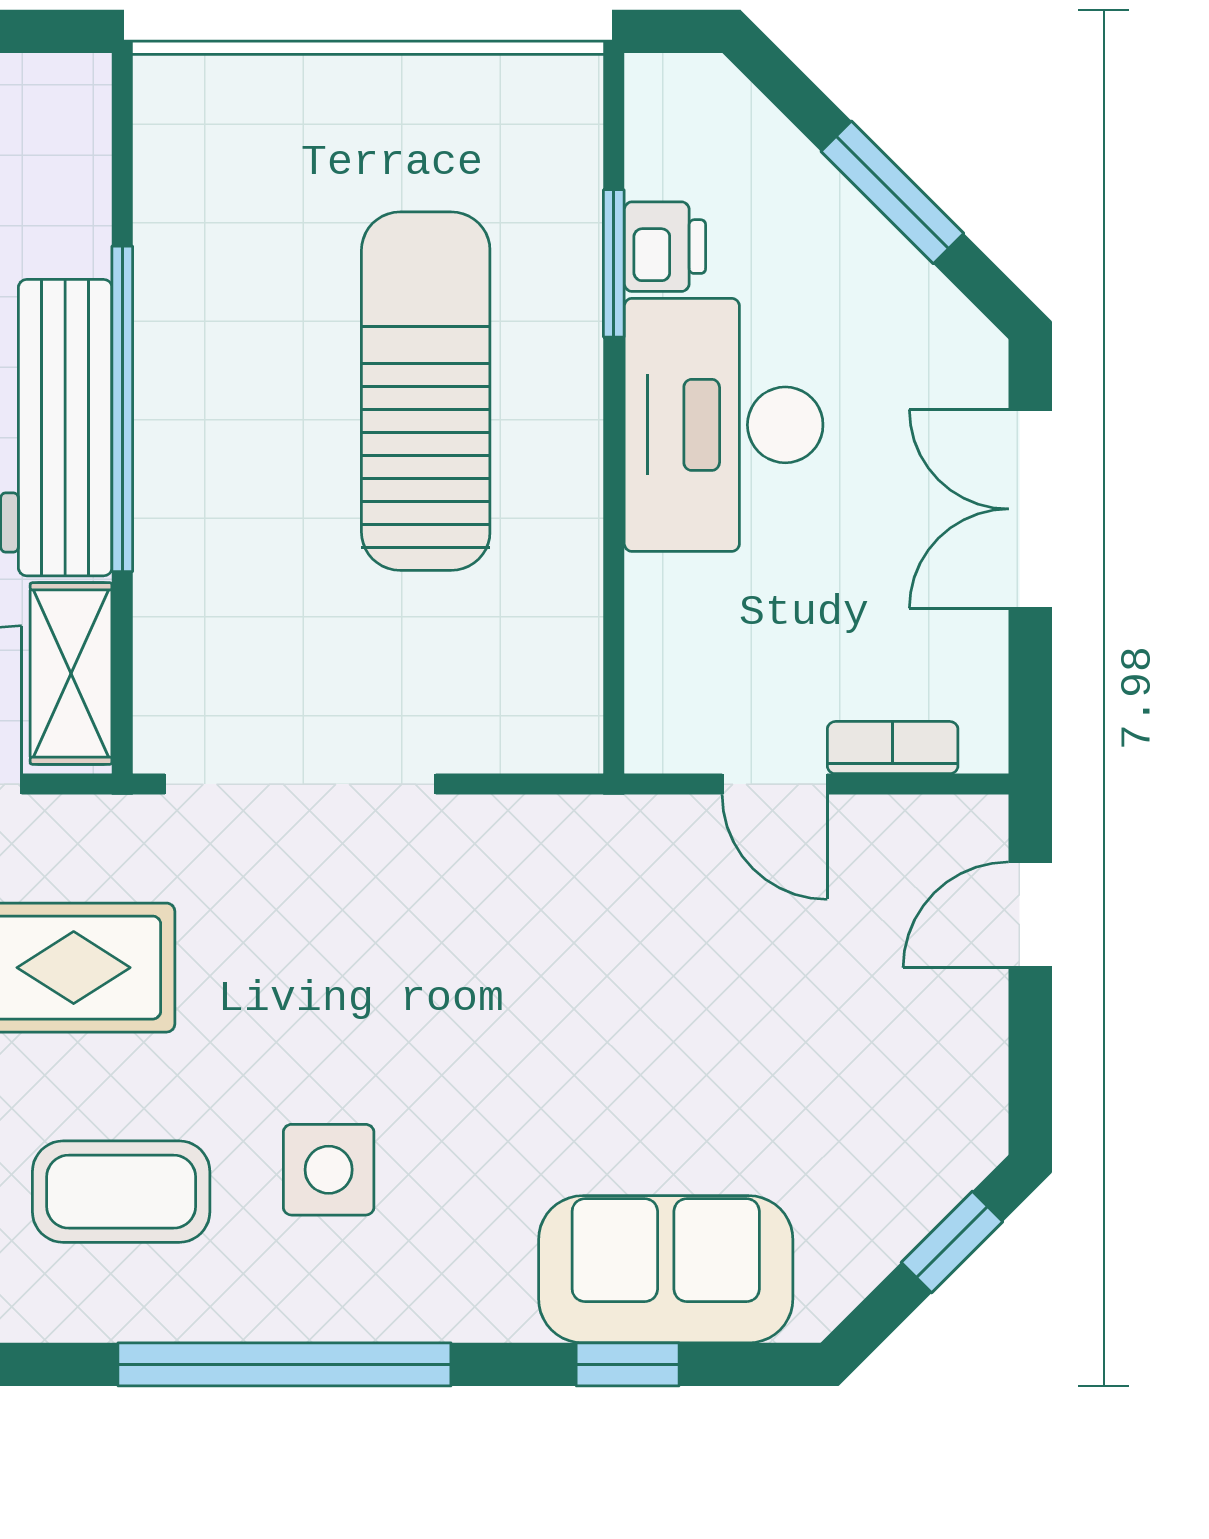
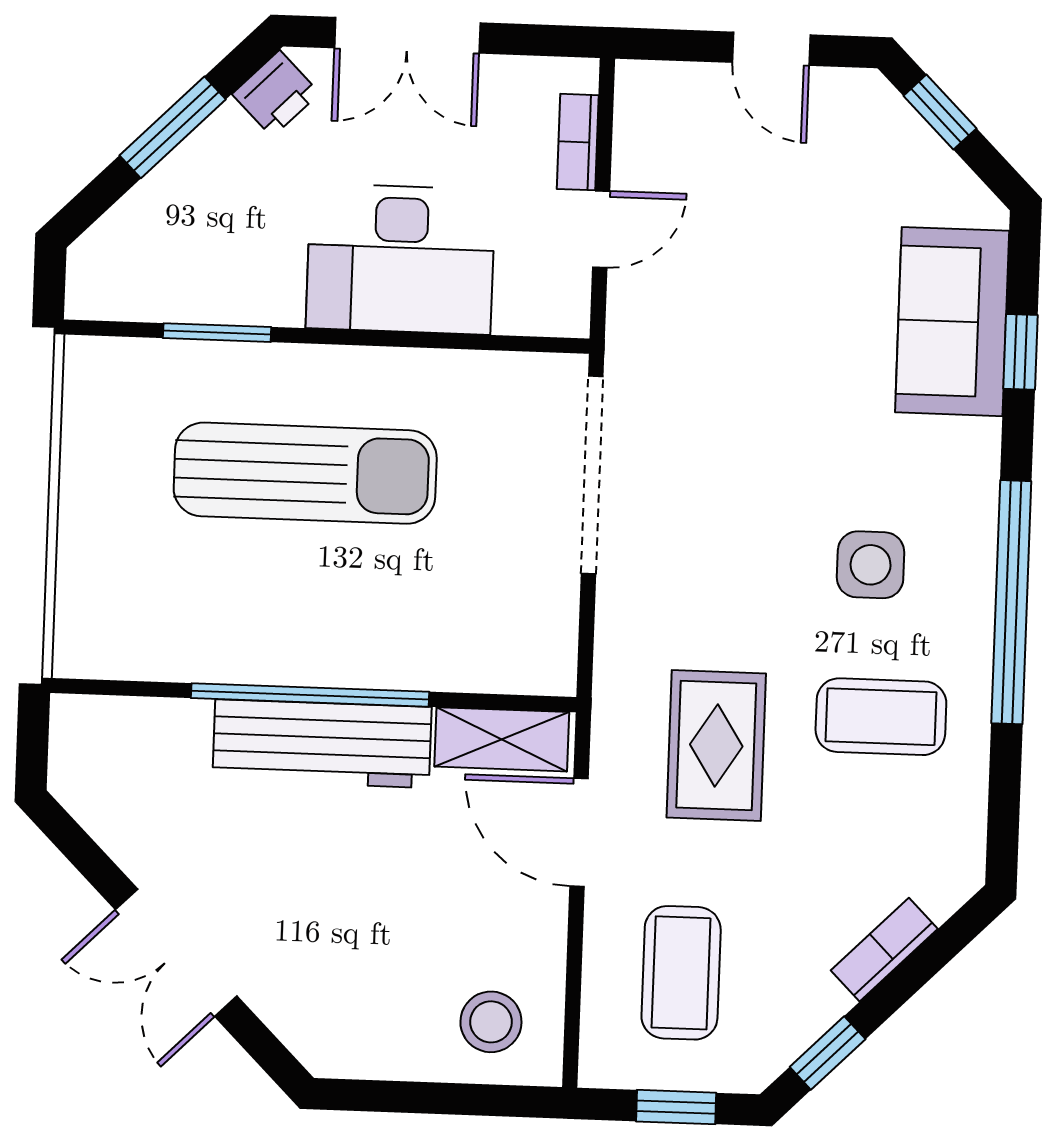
printer: (665, 247) -> (276, 94), moved, turned 135
sun lounger: (426, 391) -> (305, 473), turned 180
desk: (724, 425) -> (401, 259), moved
doorway: (300, 784) -> (592, 475), moved
door: (1030, 915) -> (771, 49), moved
coffee table: (121, 1192) -> (881, 717), turned 90

